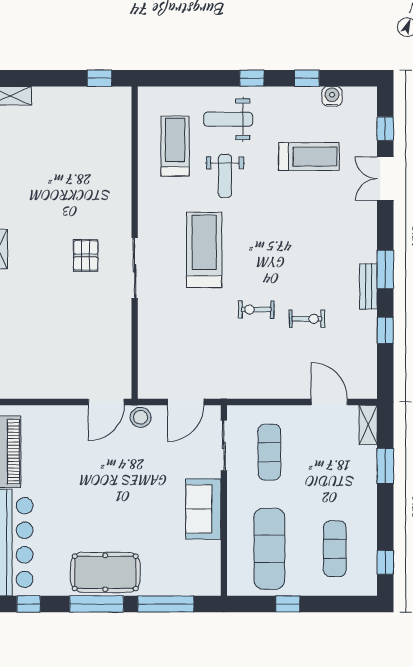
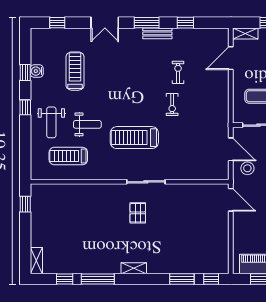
water cooler: (332, 96) -> (37, 71), moved
double door: (385, 179) -> (105, 23), moved
pallet: (86, 255) -> (138, 213), turned 90
stool: (141, 417) -> (247, 168), moved

